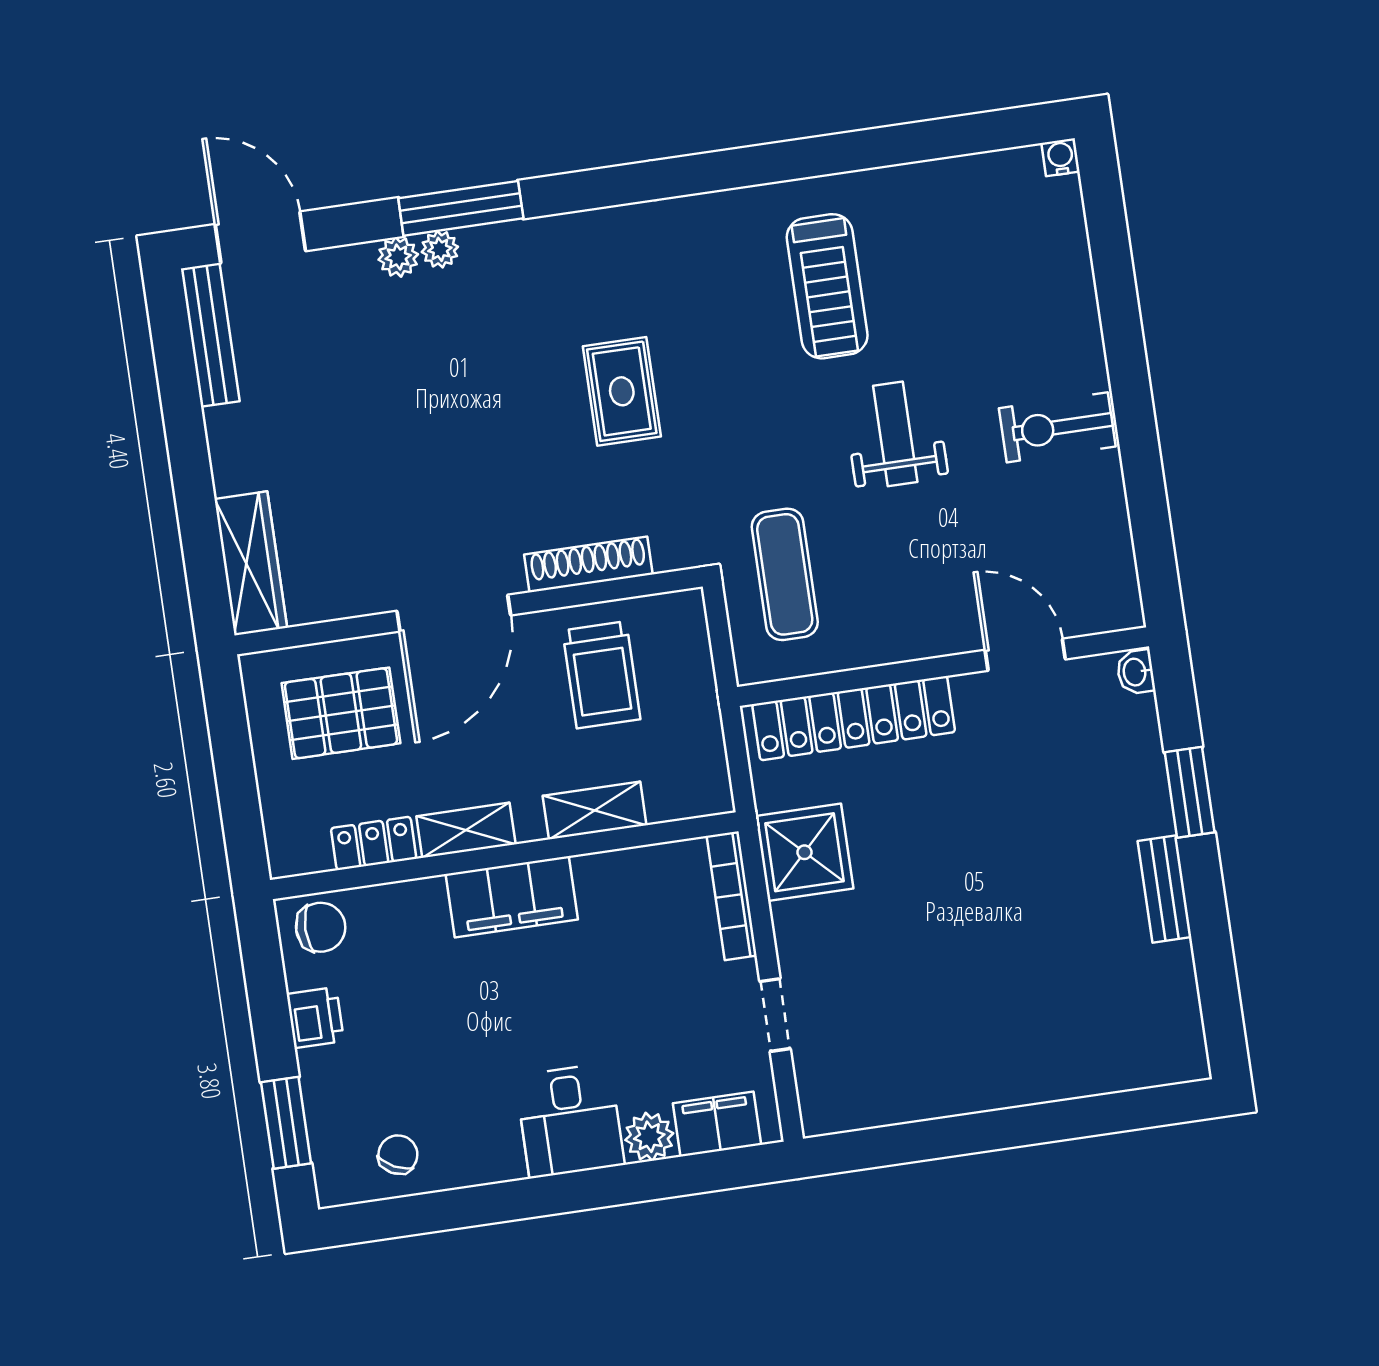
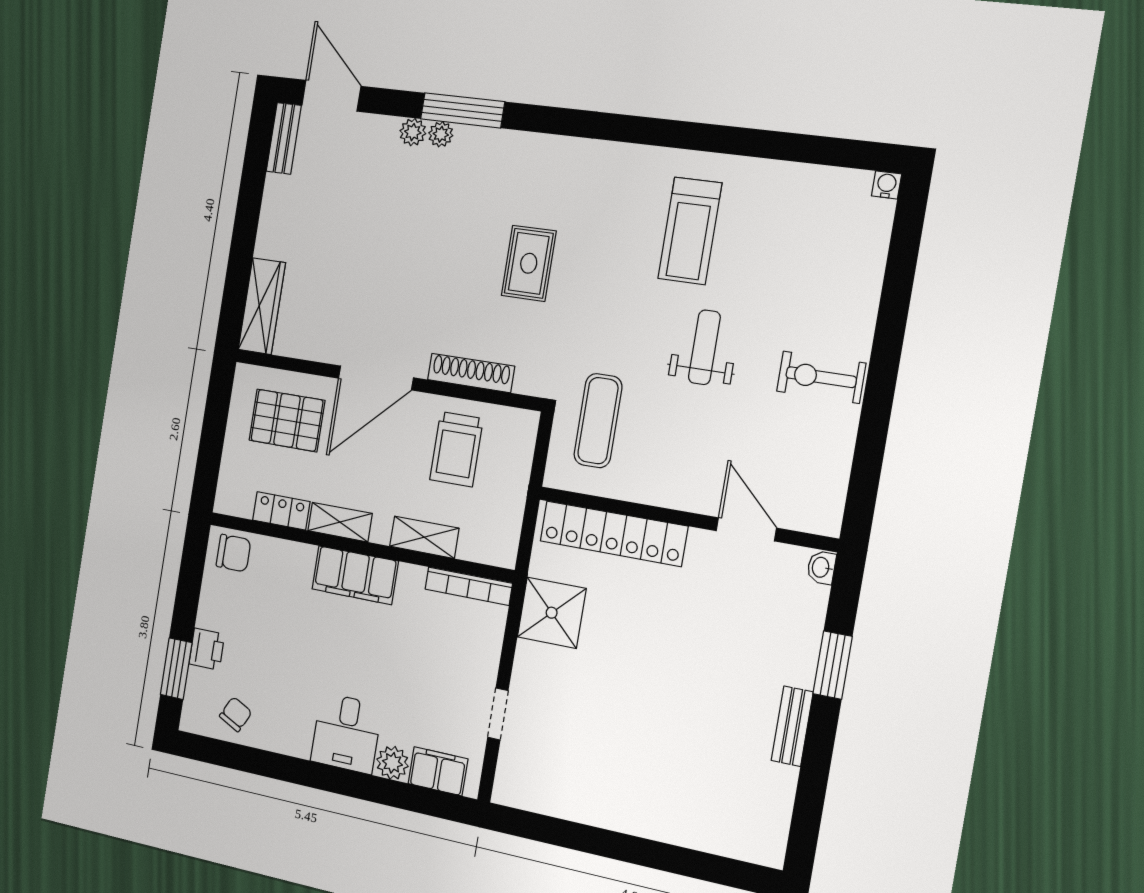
bench: (210, 335) -> (284, 138), width x0.73
bookcase: (732, 896) -> (469, 586), moved, turned -90
printer: (315, 1018) -> (207, 649), moved

